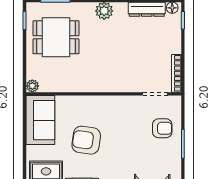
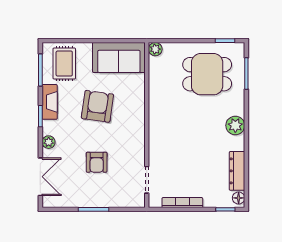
dining table: (56, 37) -> (207, 74), turned 90
bookcase: (176, 73) -> (182, 203), moved
armchair: (162, 128) -> (97, 162), moved

